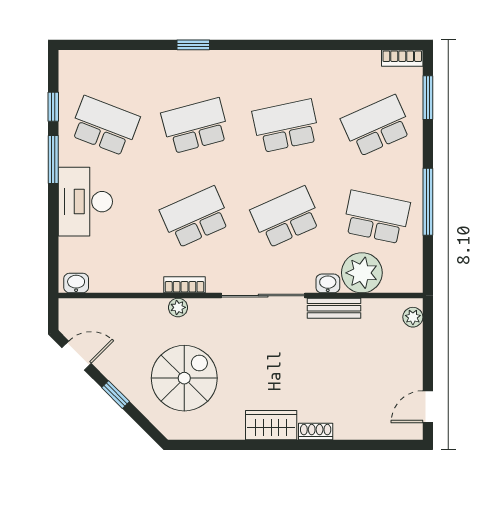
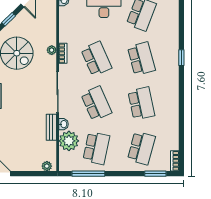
school desk: (376, 126) -> (141, 148), turned 39
window: (428, 202) -> (88, 174), moved

